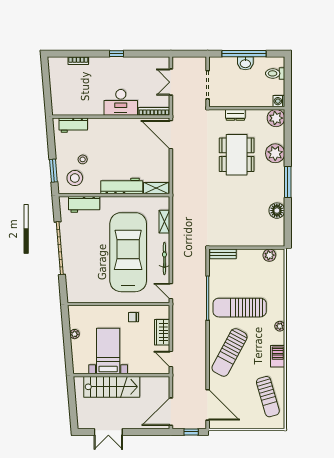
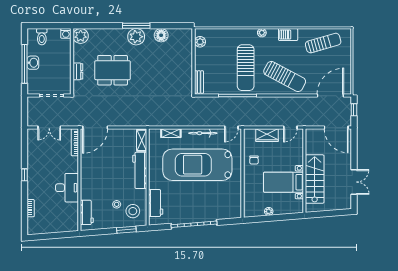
desk: (121, 102) -> (67, 188), moved
plant: (275, 153) -> (136, 37), moved

